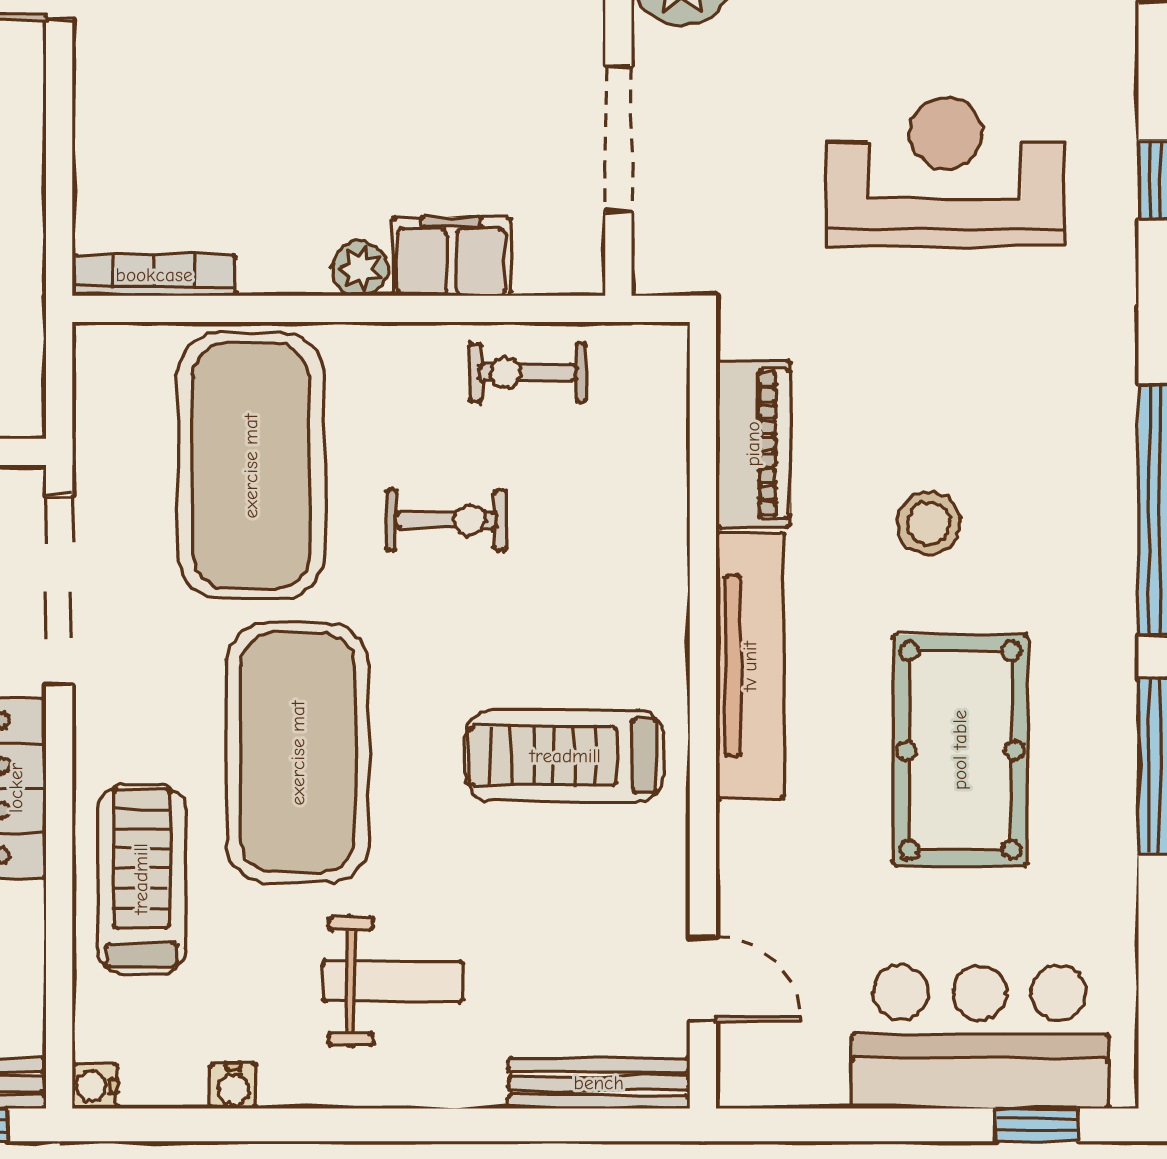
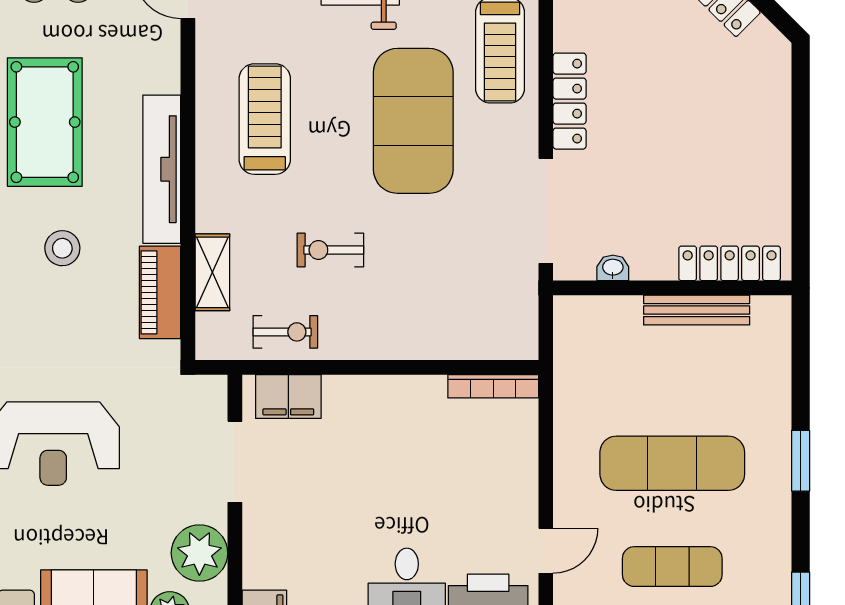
filing cabinet: (452, 256) -> (288, 397), moved
plant: (360, 268) -> (379, 390), removed
exercise mat: (251, 466) -> (439, 280), removed
shelving: (659, 480) -> (212, 272), added
treadmill: (565, 756) -> (265, 119), turned -90

